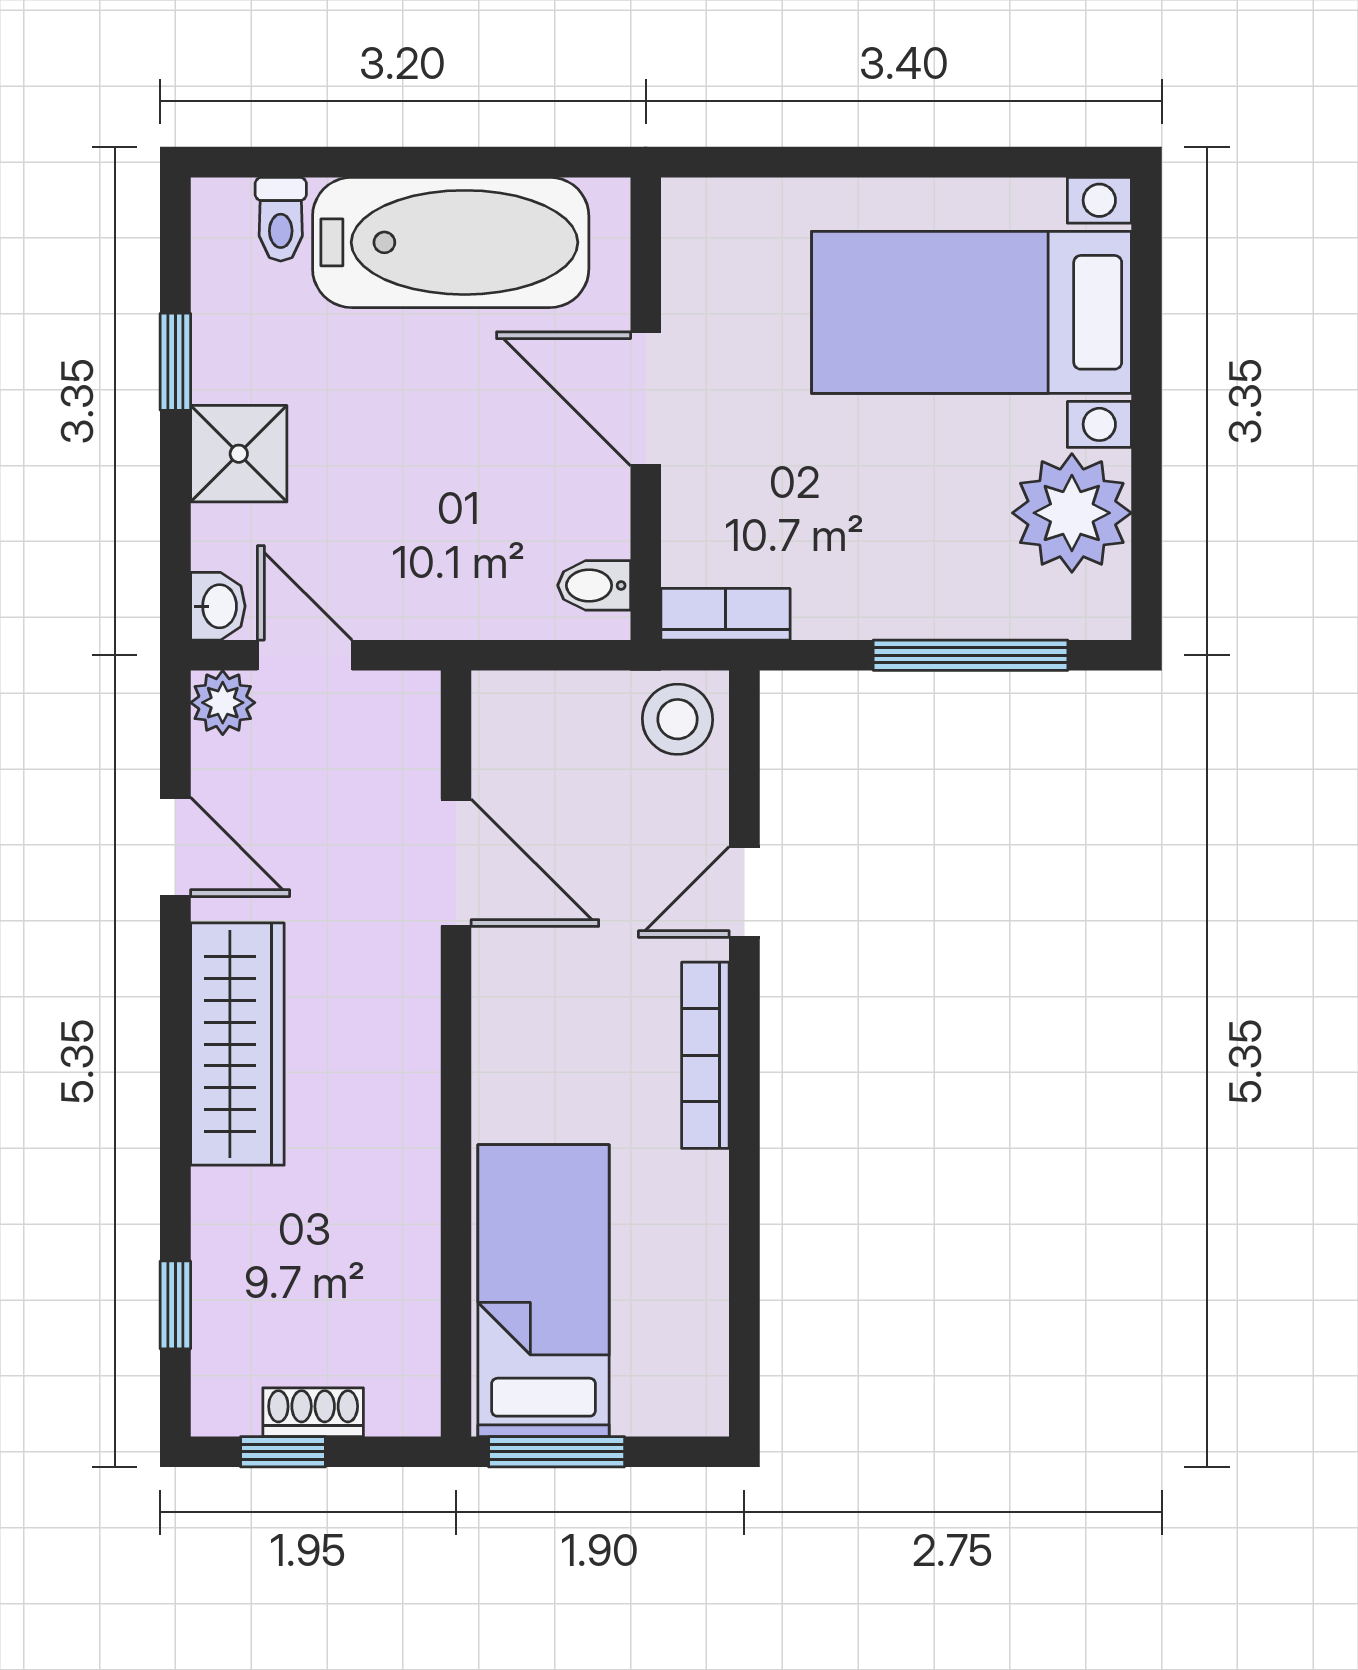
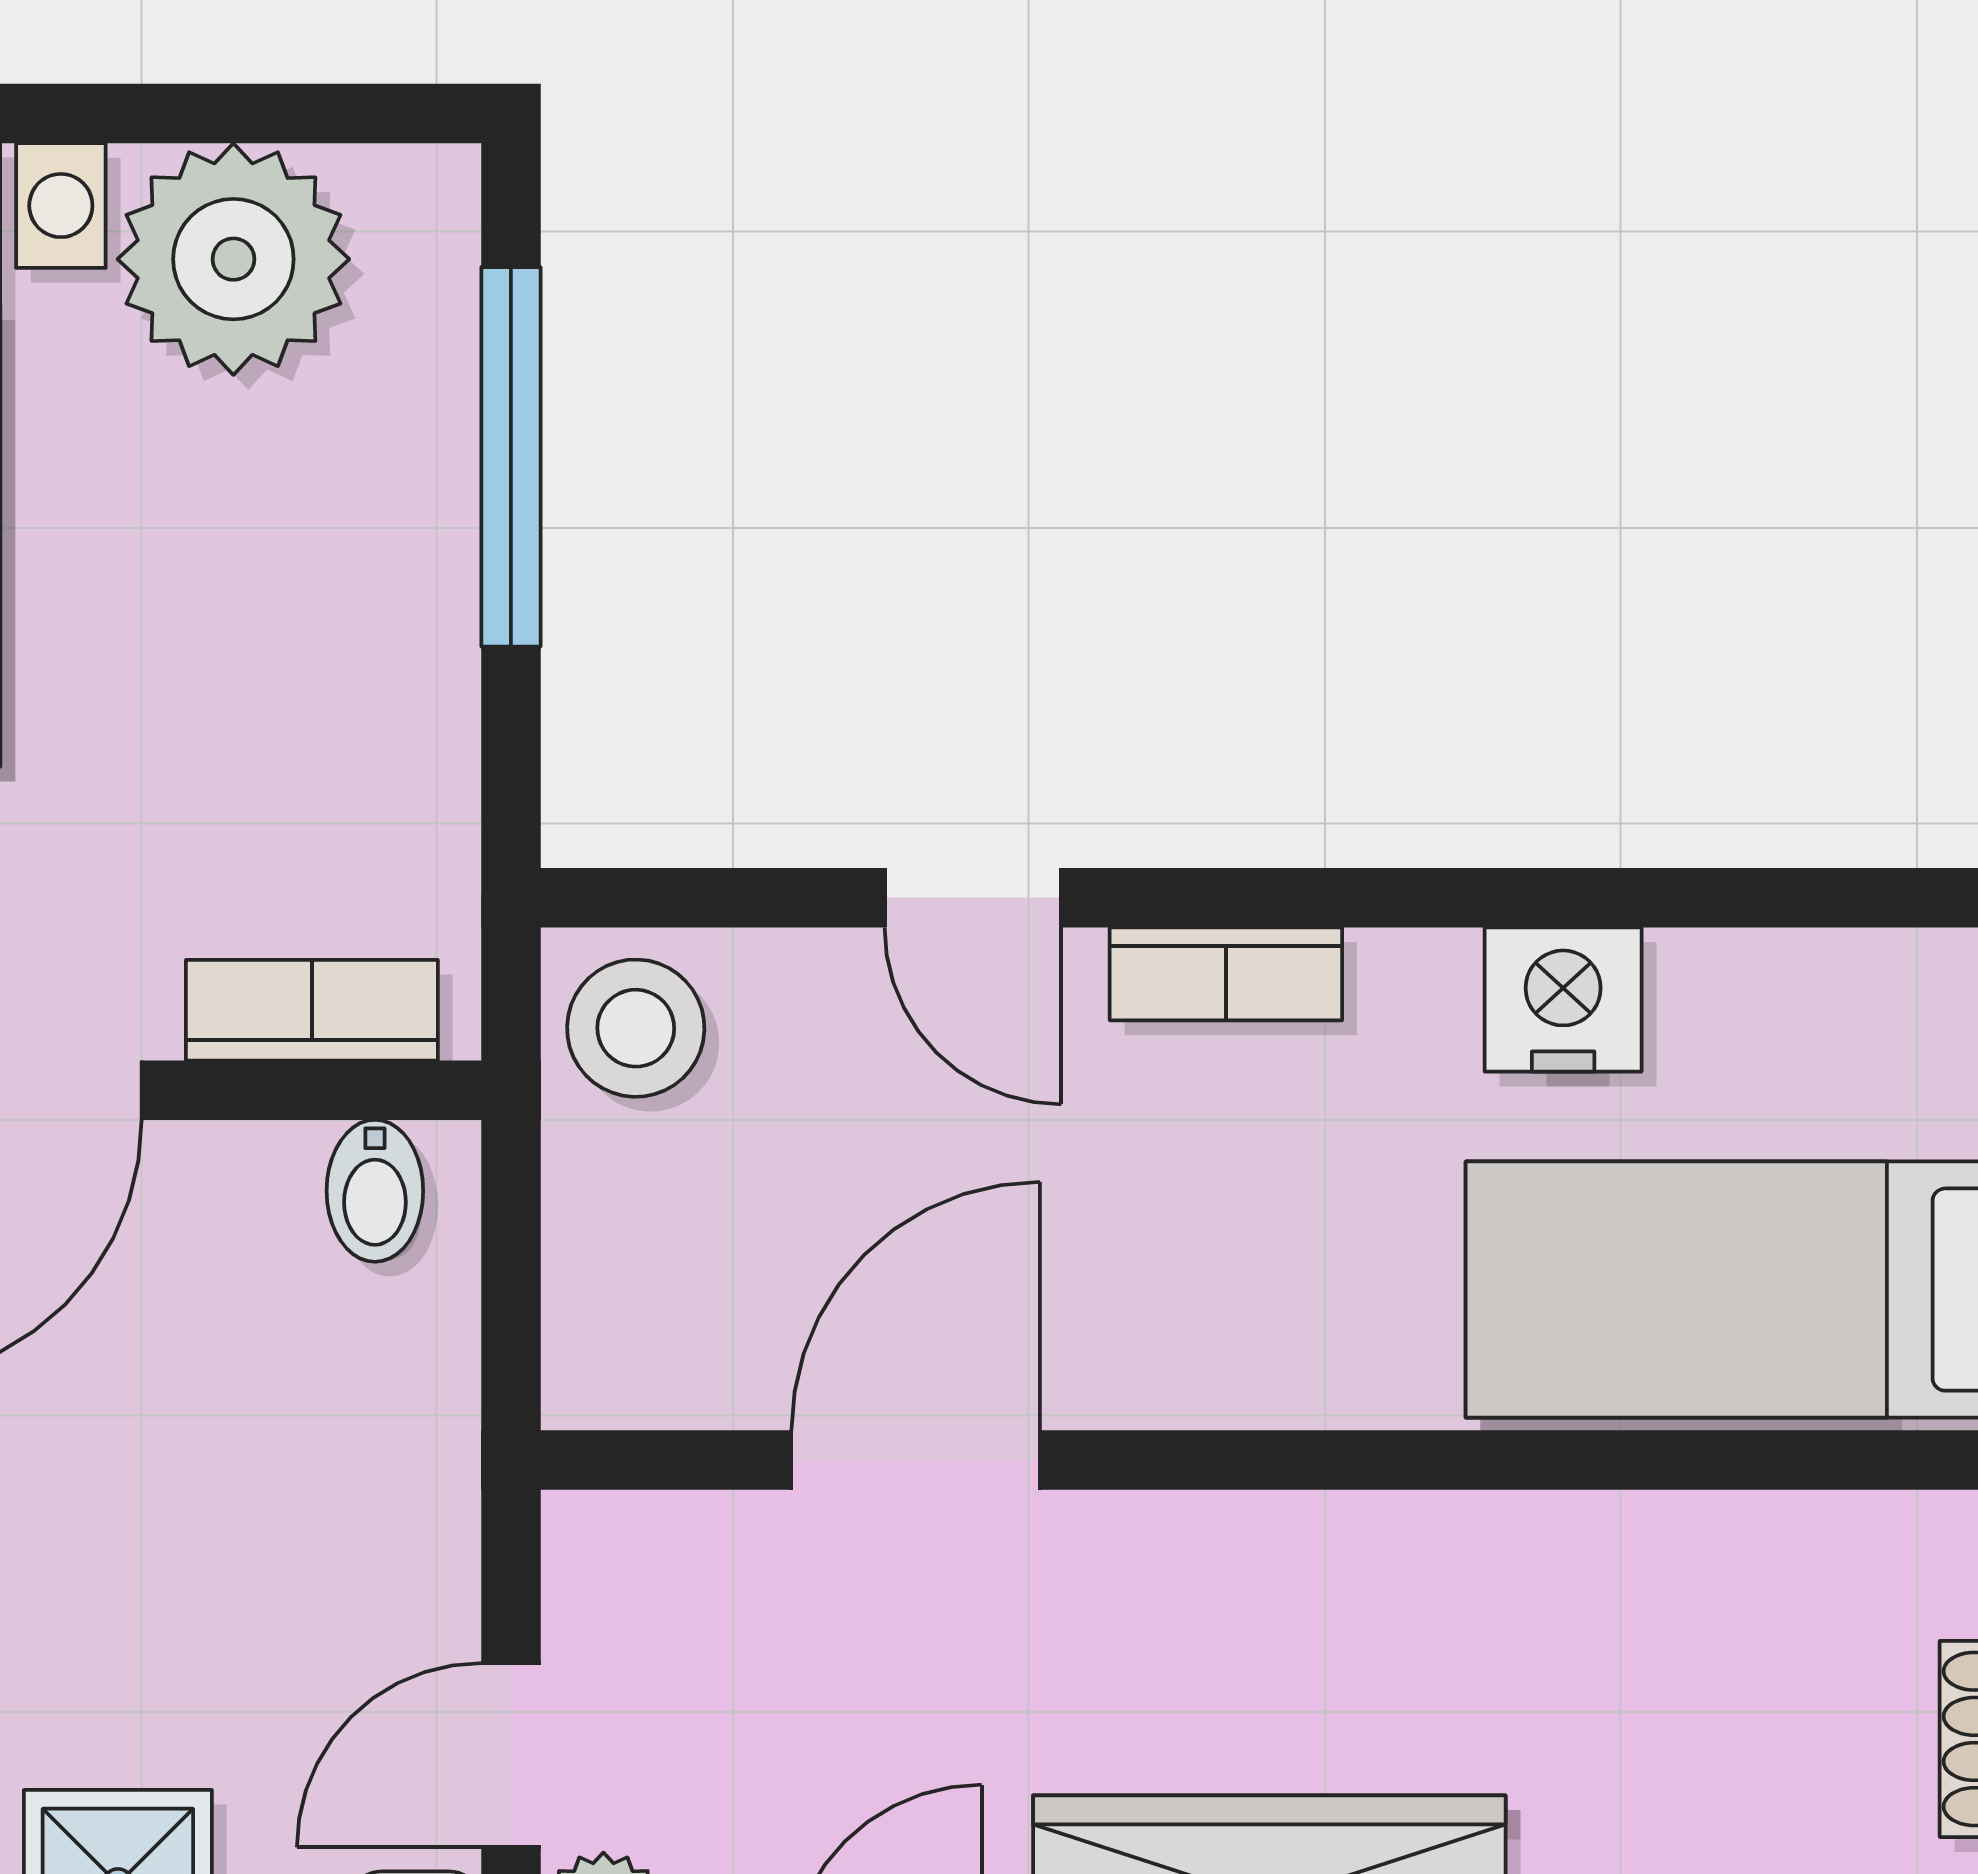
bookcase: (725, 614) -> (312, 1010), moved, turned 90
bookcase: (705, 1055) -> (1226, 974), width x0.64
nightstand: (692, 1195) -> (1563, 1000), added

